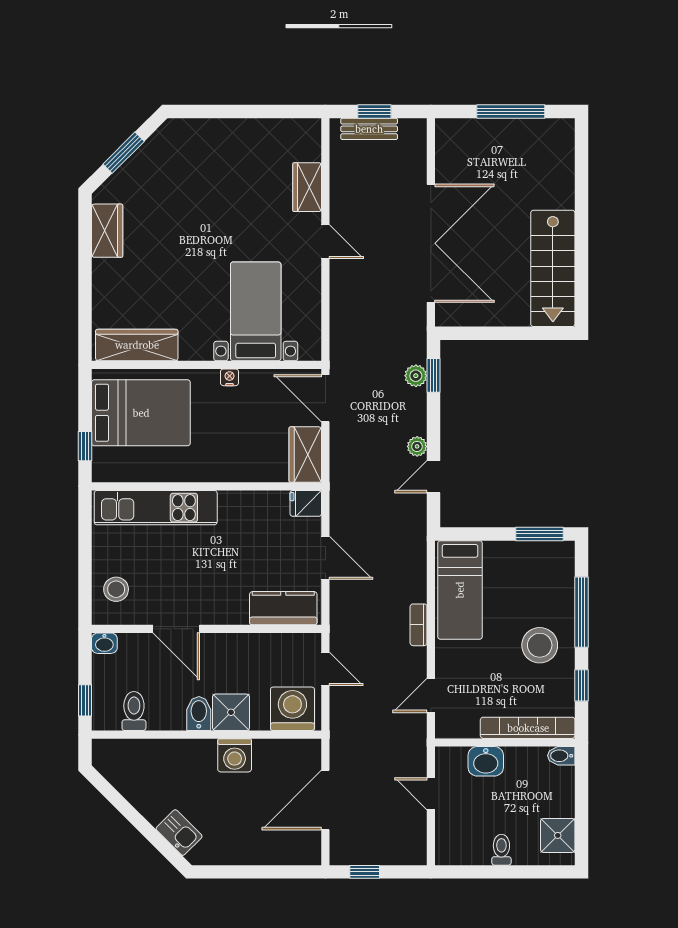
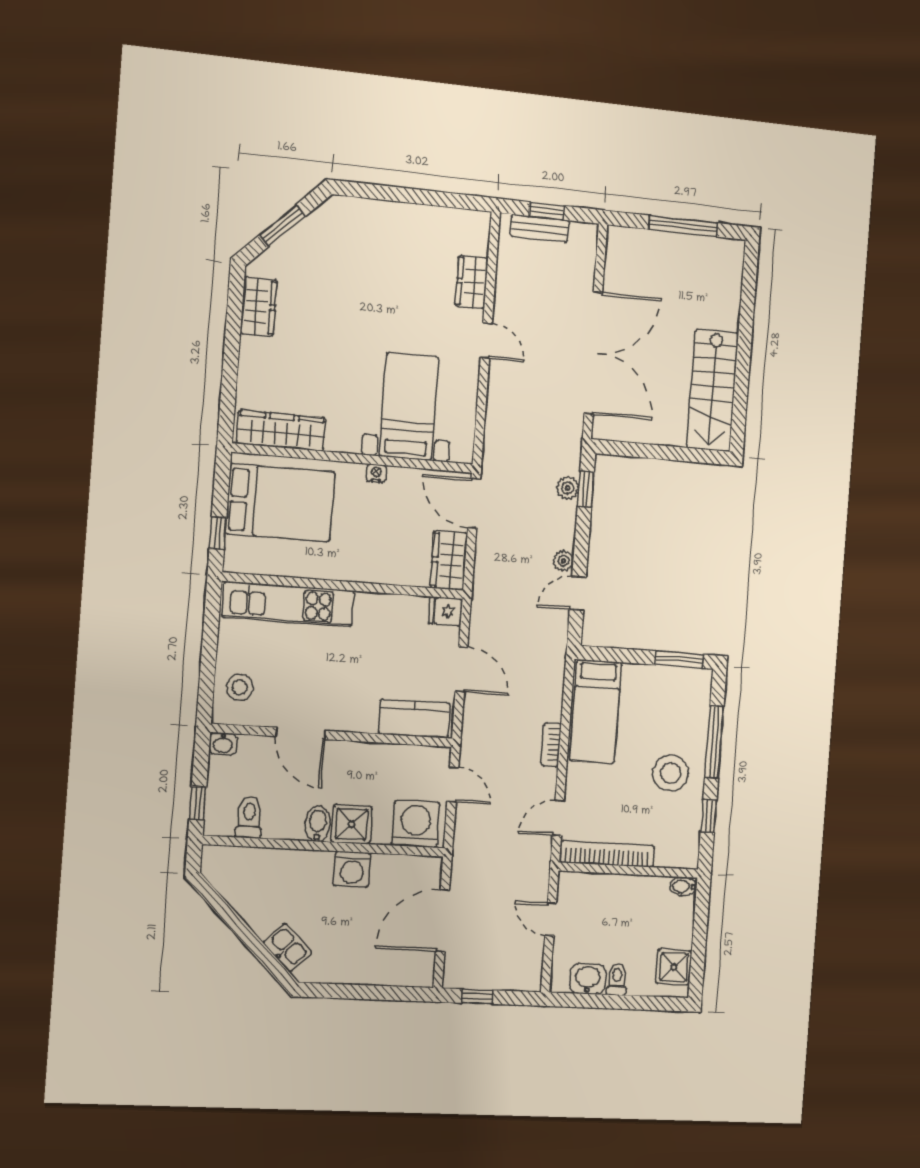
bookcase: (528, 728) -> (607, 854), moved
washbasin: (486, 761) -> (588, 979), moved, turned 180

